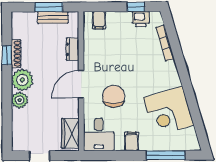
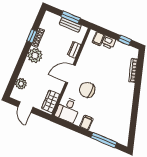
printer: (141, 19) -> (109, 42), moved
chair: (114, 96) -> (87, 90), turned -90
plant: (20, 100) -> (21, 84), moved
corner desk: (169, 111) -> (117, 114), removed

